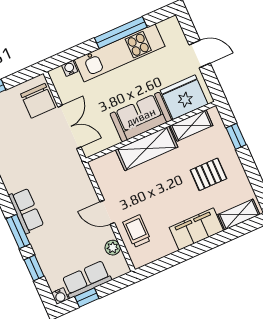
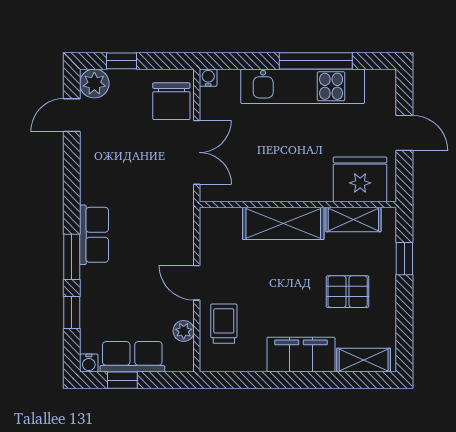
water cooler: (70, 68) -> (208, 78), moved
sofa: (141, 117) -> (293, 180), removed

